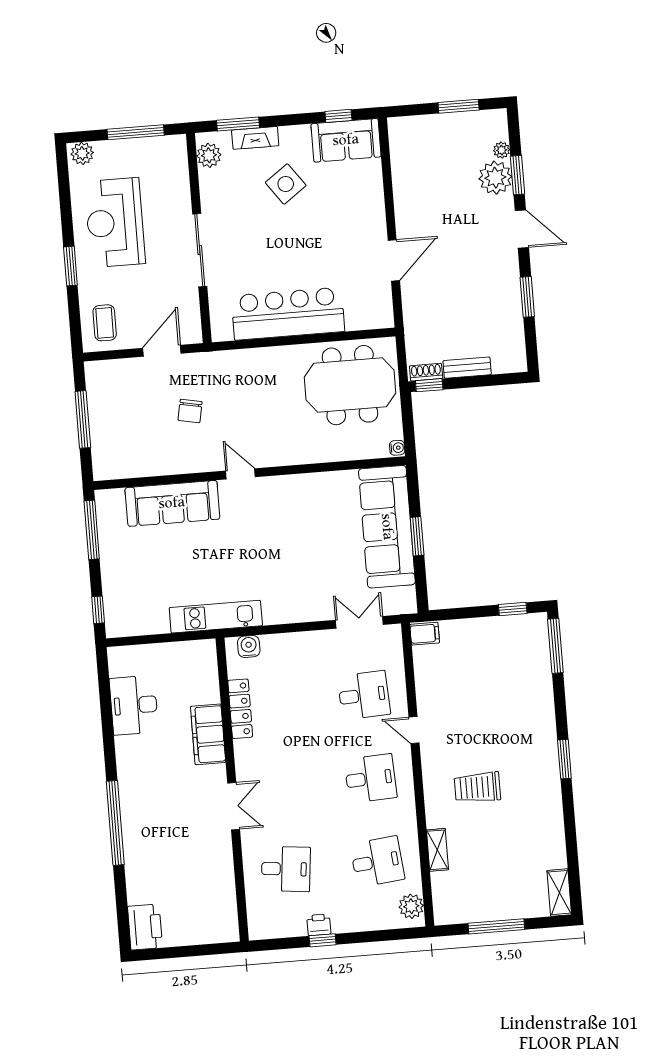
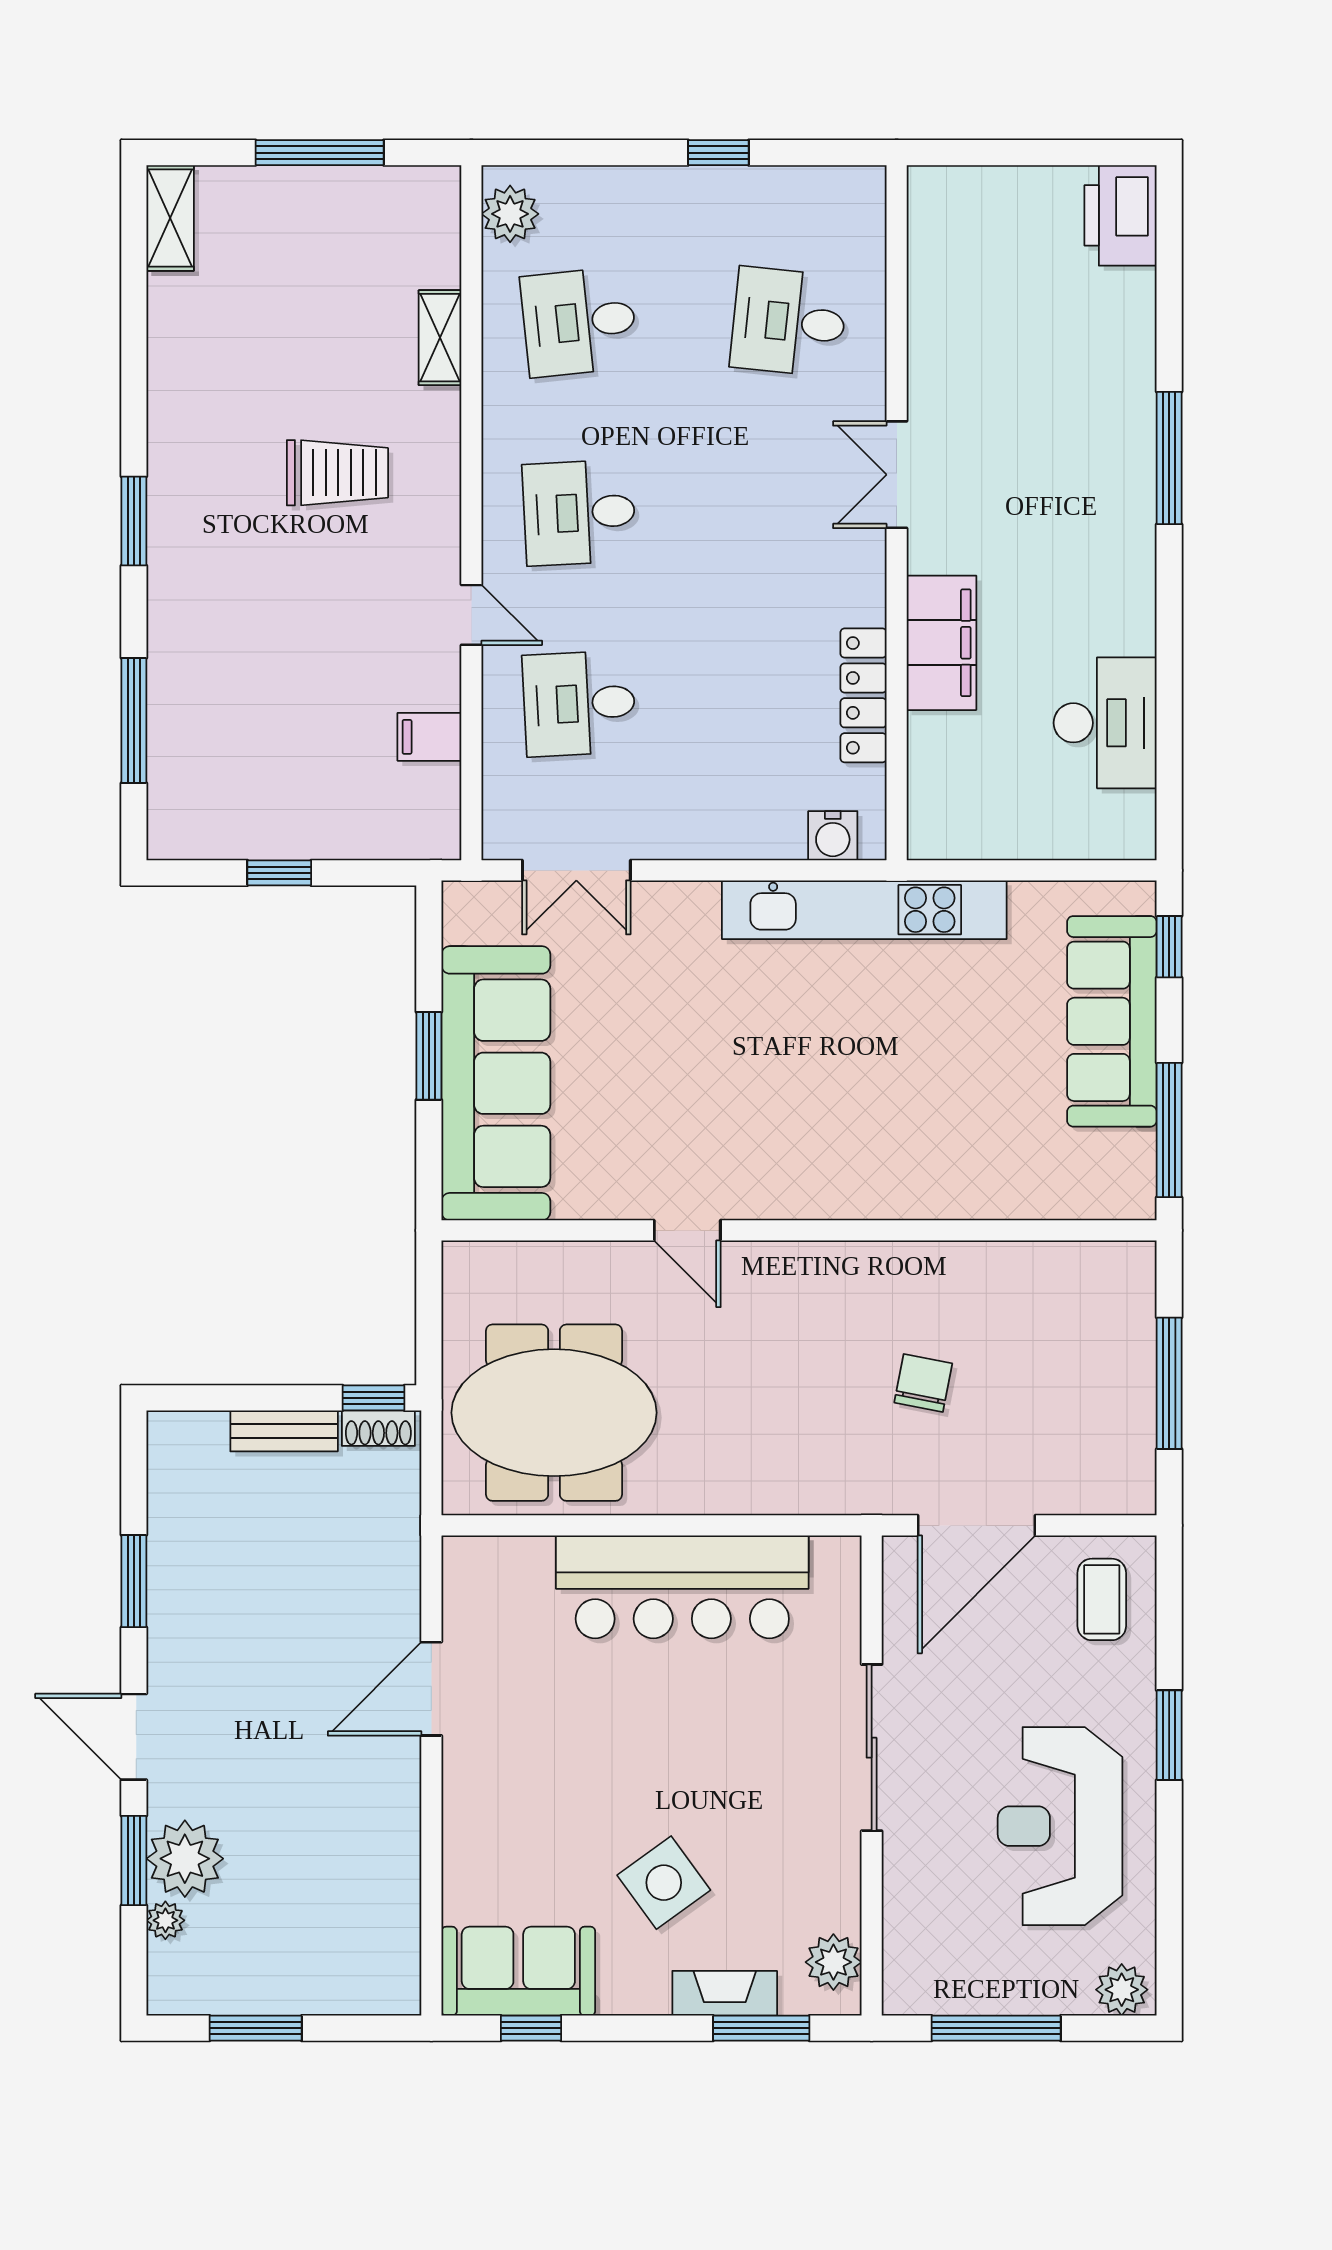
reception desk: (115, 223) -> (1060, 1826), turned 180
door: (162, 351) -> (976, 1525), width x1.36
water cooler: (397, 448) -> (458, 1261), removed
door: (240, 474) -> (687, 1230), moved
sofa: (172, 503) -> (1112, 1021), moved, turned -90
window: (513, 609) -> (279, 873), moved
kitchen unit: (216, 617) -> (864, 910), width x1.36
filing cabinet: (425, 634) -> (429, 737), moved
window: (555, 646) -> (134, 720), moved
window: (115, 823) -> (1169, 458), width x0.68
printer: (319, 925) -> (724, 189), removed

